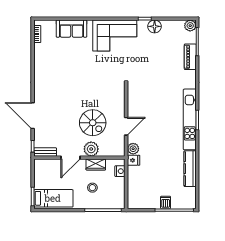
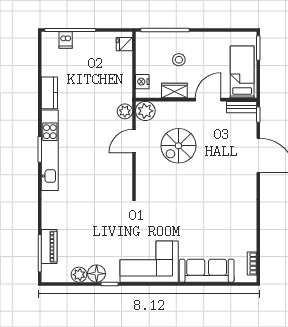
plant: (190, 26) -> (79, 275), moved
sofa: (71, 29) -> (207, 271), width x1.36
piano: (190, 57) -> (49, 247), moved
spiral stairs: (93, 123) -> (178, 146), turned -90
plant: (91, 149) -> (145, 111), moved
fridge: (134, 160) -> (124, 44), moved
kitchen counter: (190, 169) -> (49, 93), width x0.67
bed: (53, 198) -> (242, 72), moved, turned 90
dishwasher: (166, 202) -> (66, 40), moved

